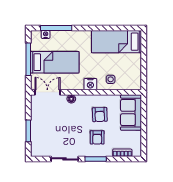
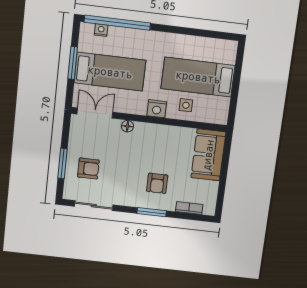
window: (56, 28) -> (117, 23), width x1.46
bed: (117, 42) -> (198, 77), moved
window: (28, 59) -> (73, 63), width x0.69
armchair: (100, 115) -> (88, 169), moved, turned -88
sliding door: (65, 159) -> (94, 206), moved

